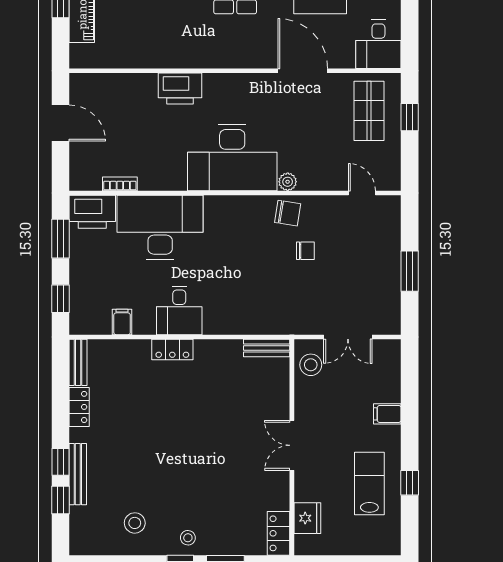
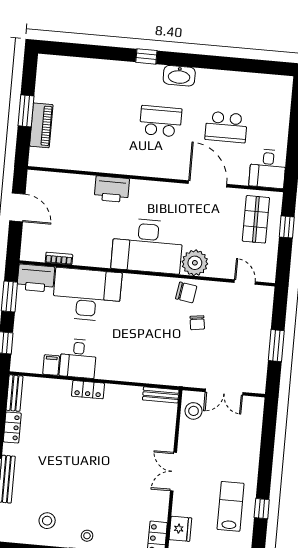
plant: (288, 182) -> (195, 263), width x1.88, depth x1.88
chair: (305, 251) -> (197, 323), turned 82
desk: (179, 310) -> (78, 358), moved
filing cabinet: (387, 414) -> (249, 454), removed

